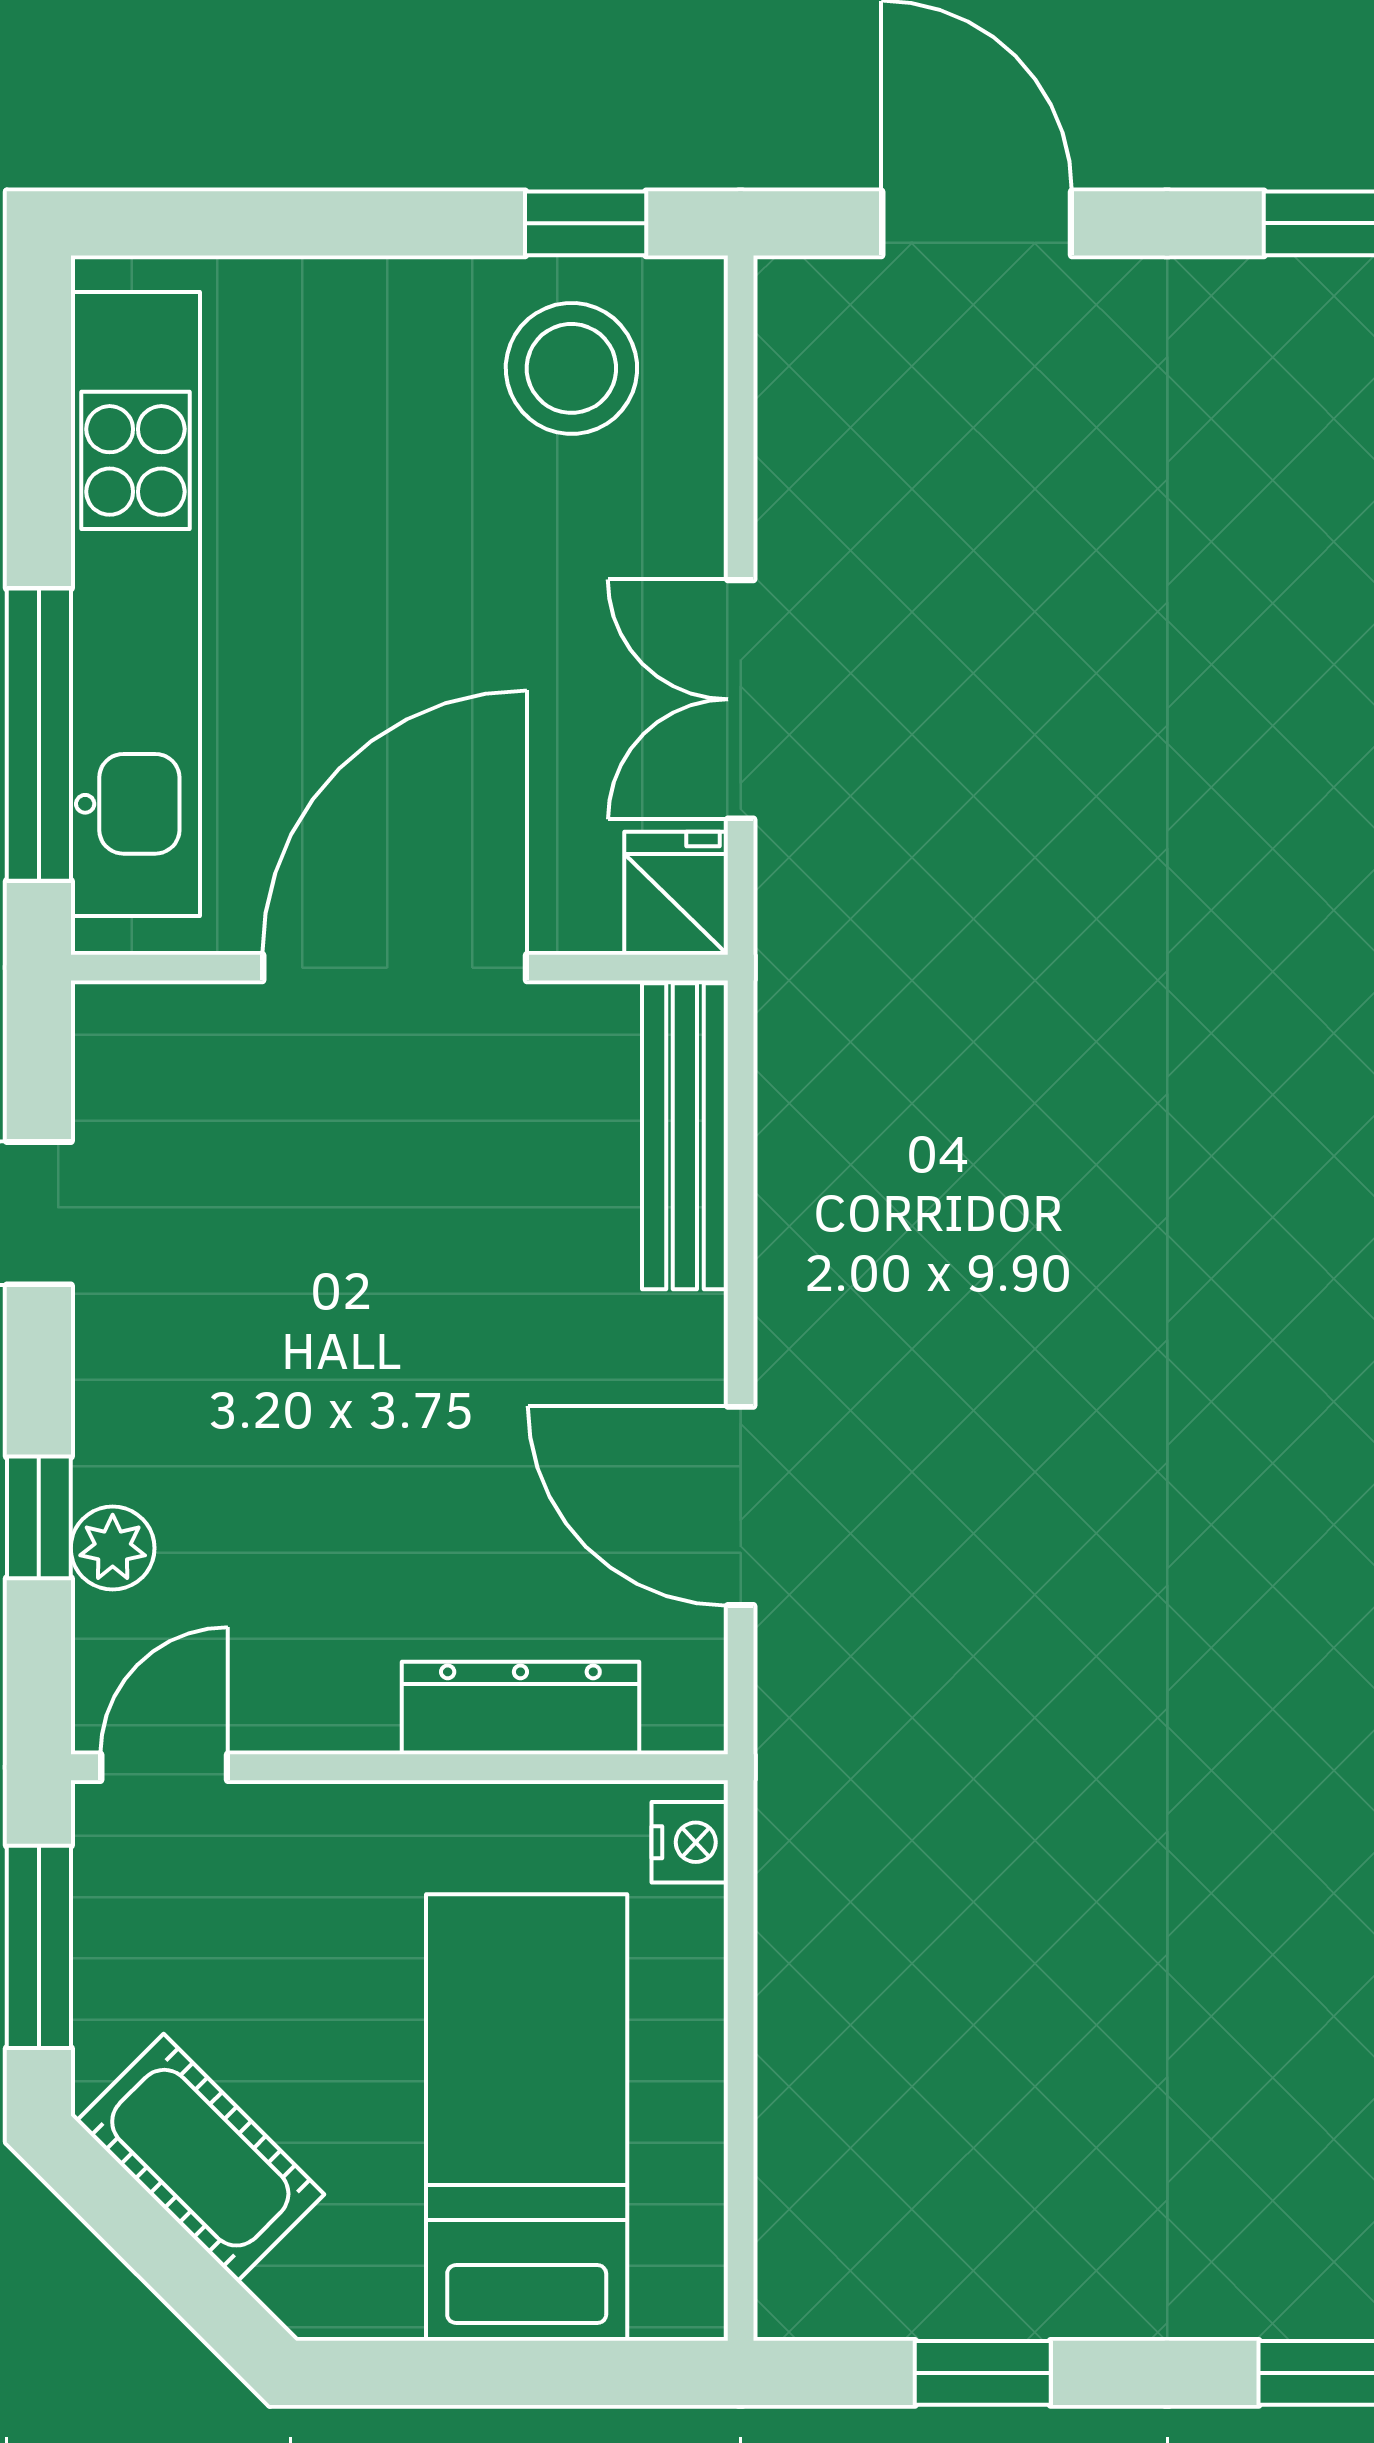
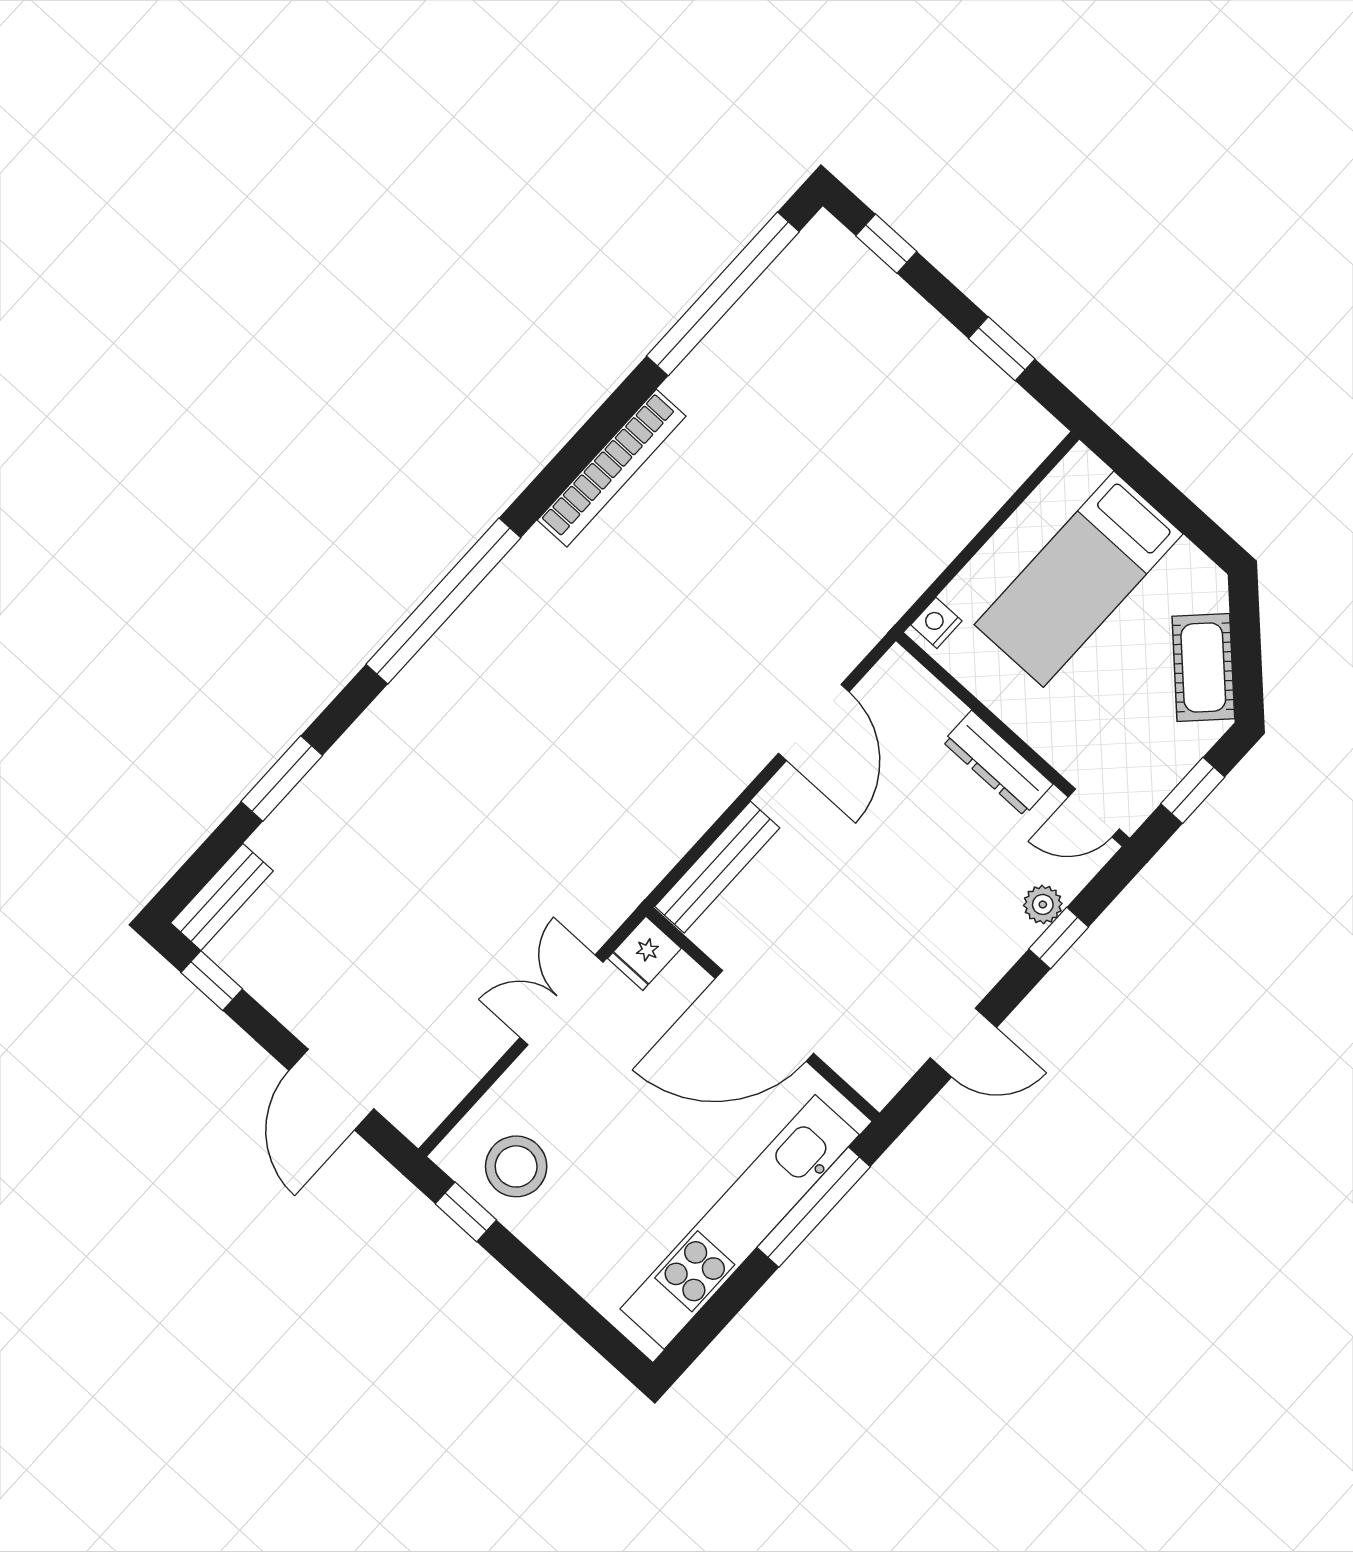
double door: (741, 699) -> (562, 1000), swing flipped
dresser: (520, 1708) -> (998, 763), moved
window: (39, 1947) -> (1193, 790), width x0.67

